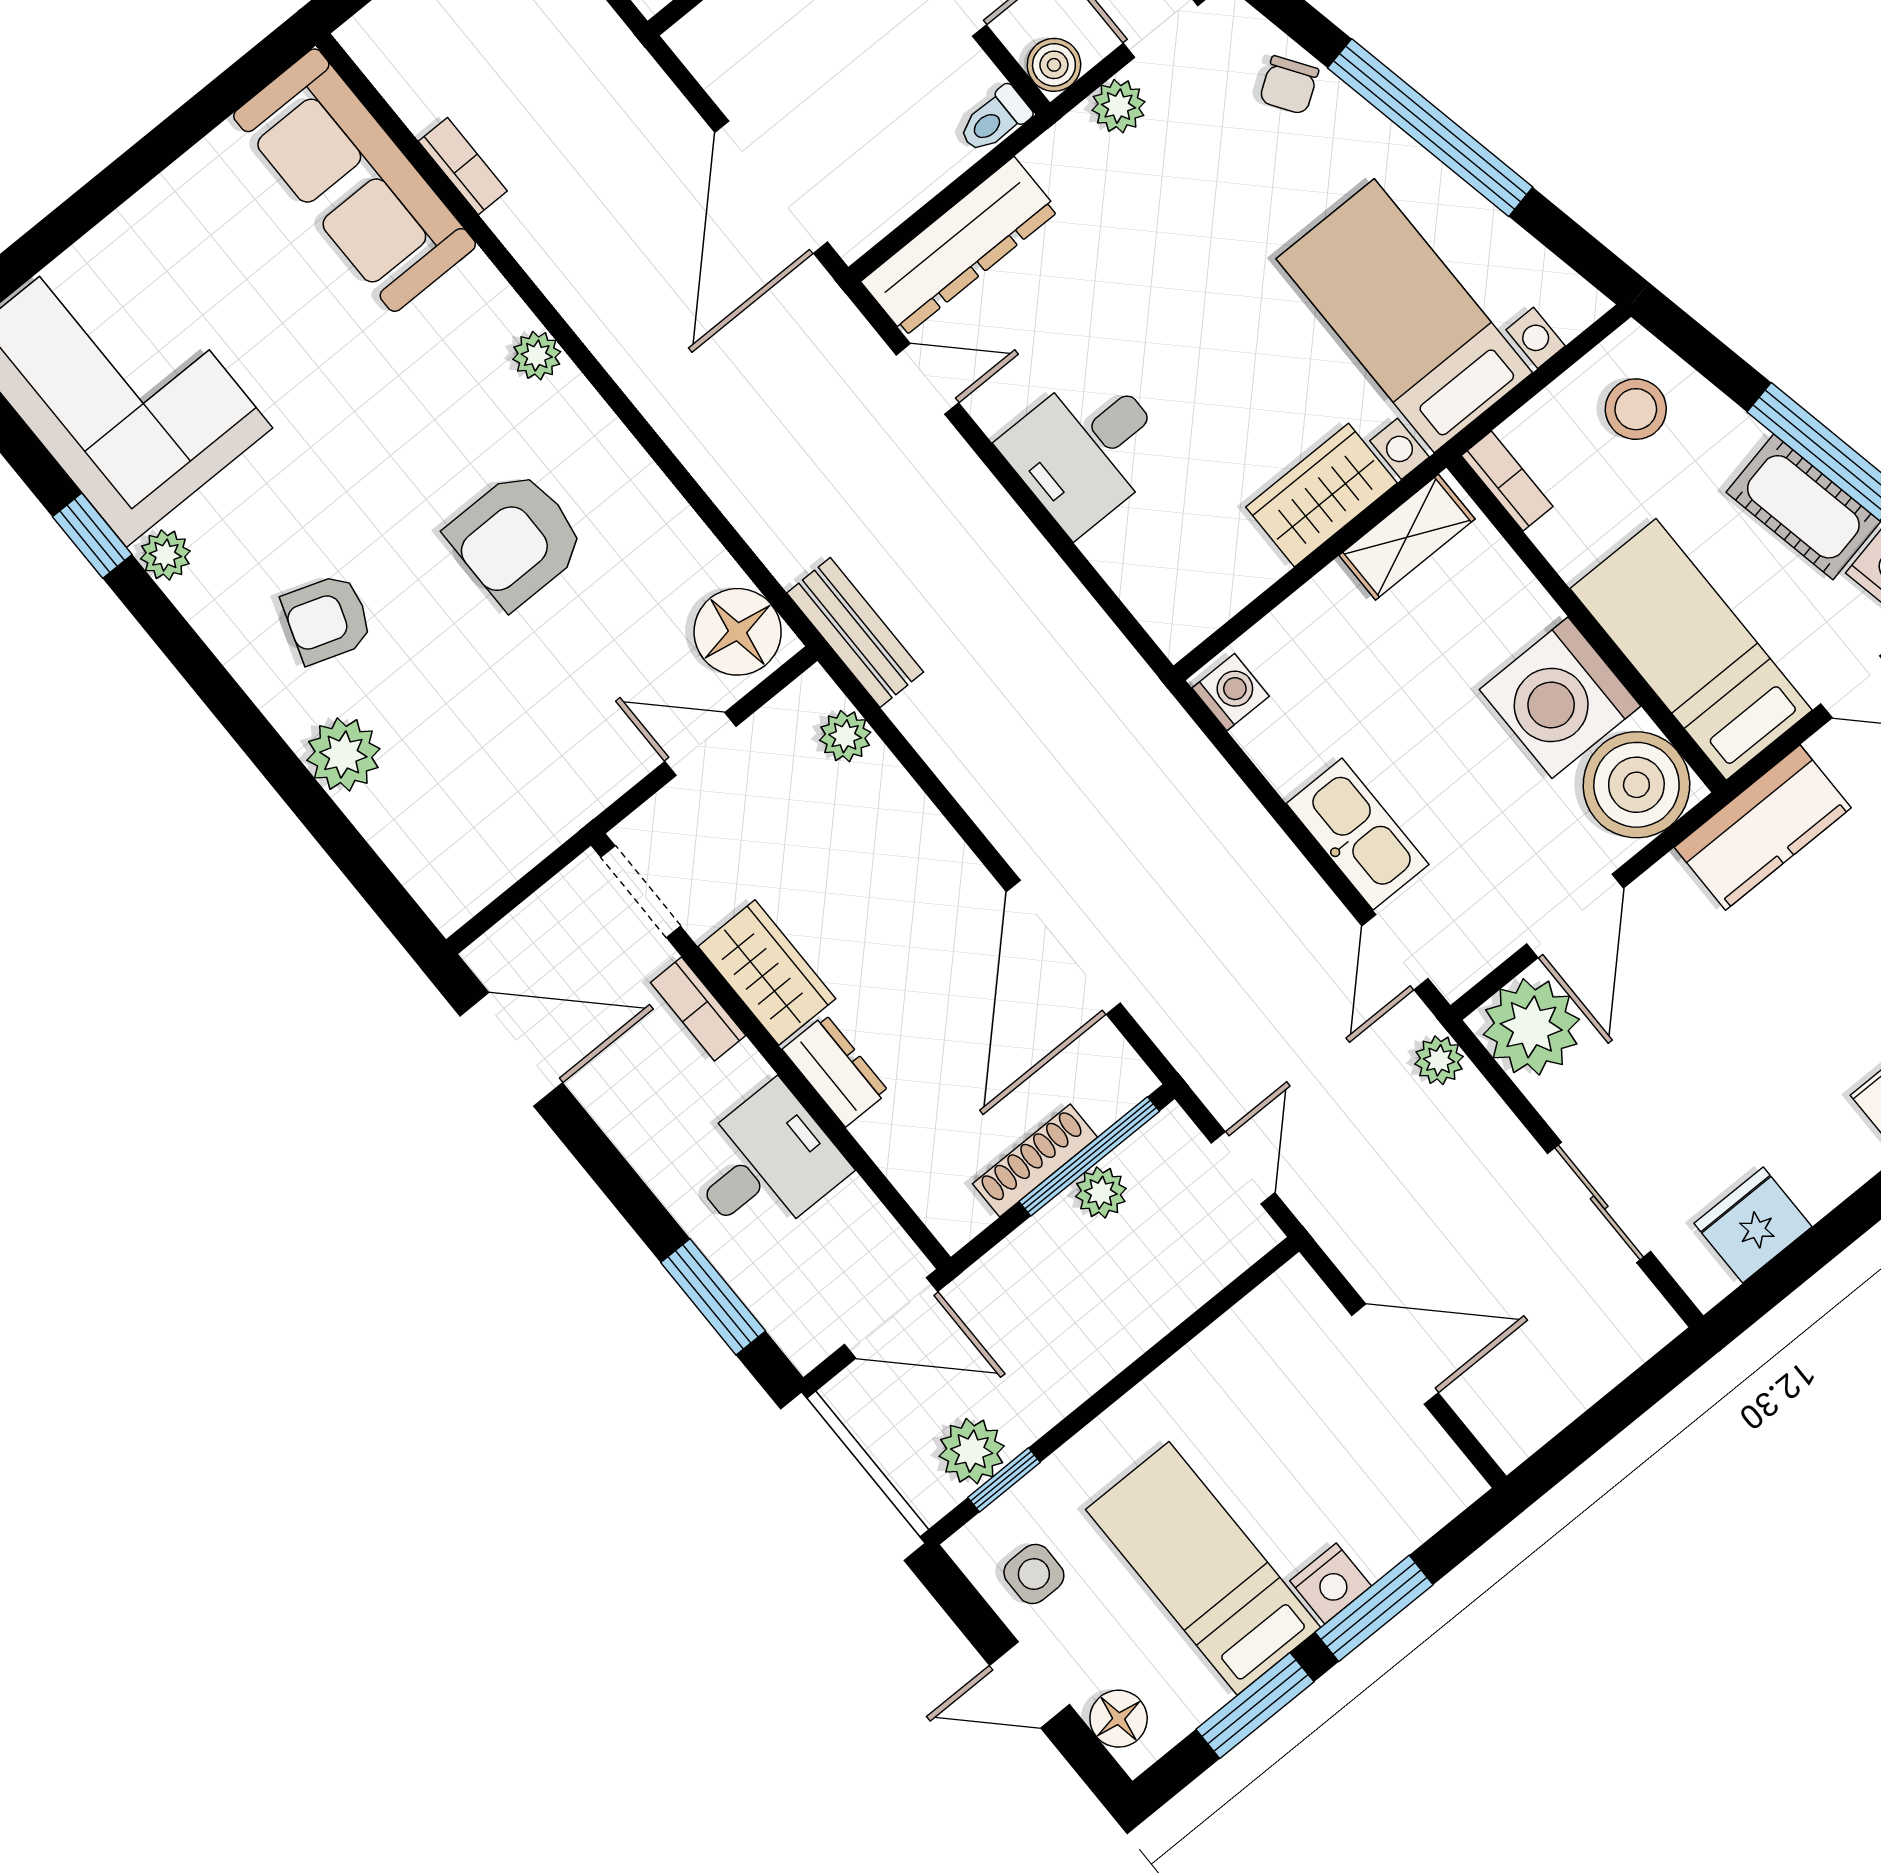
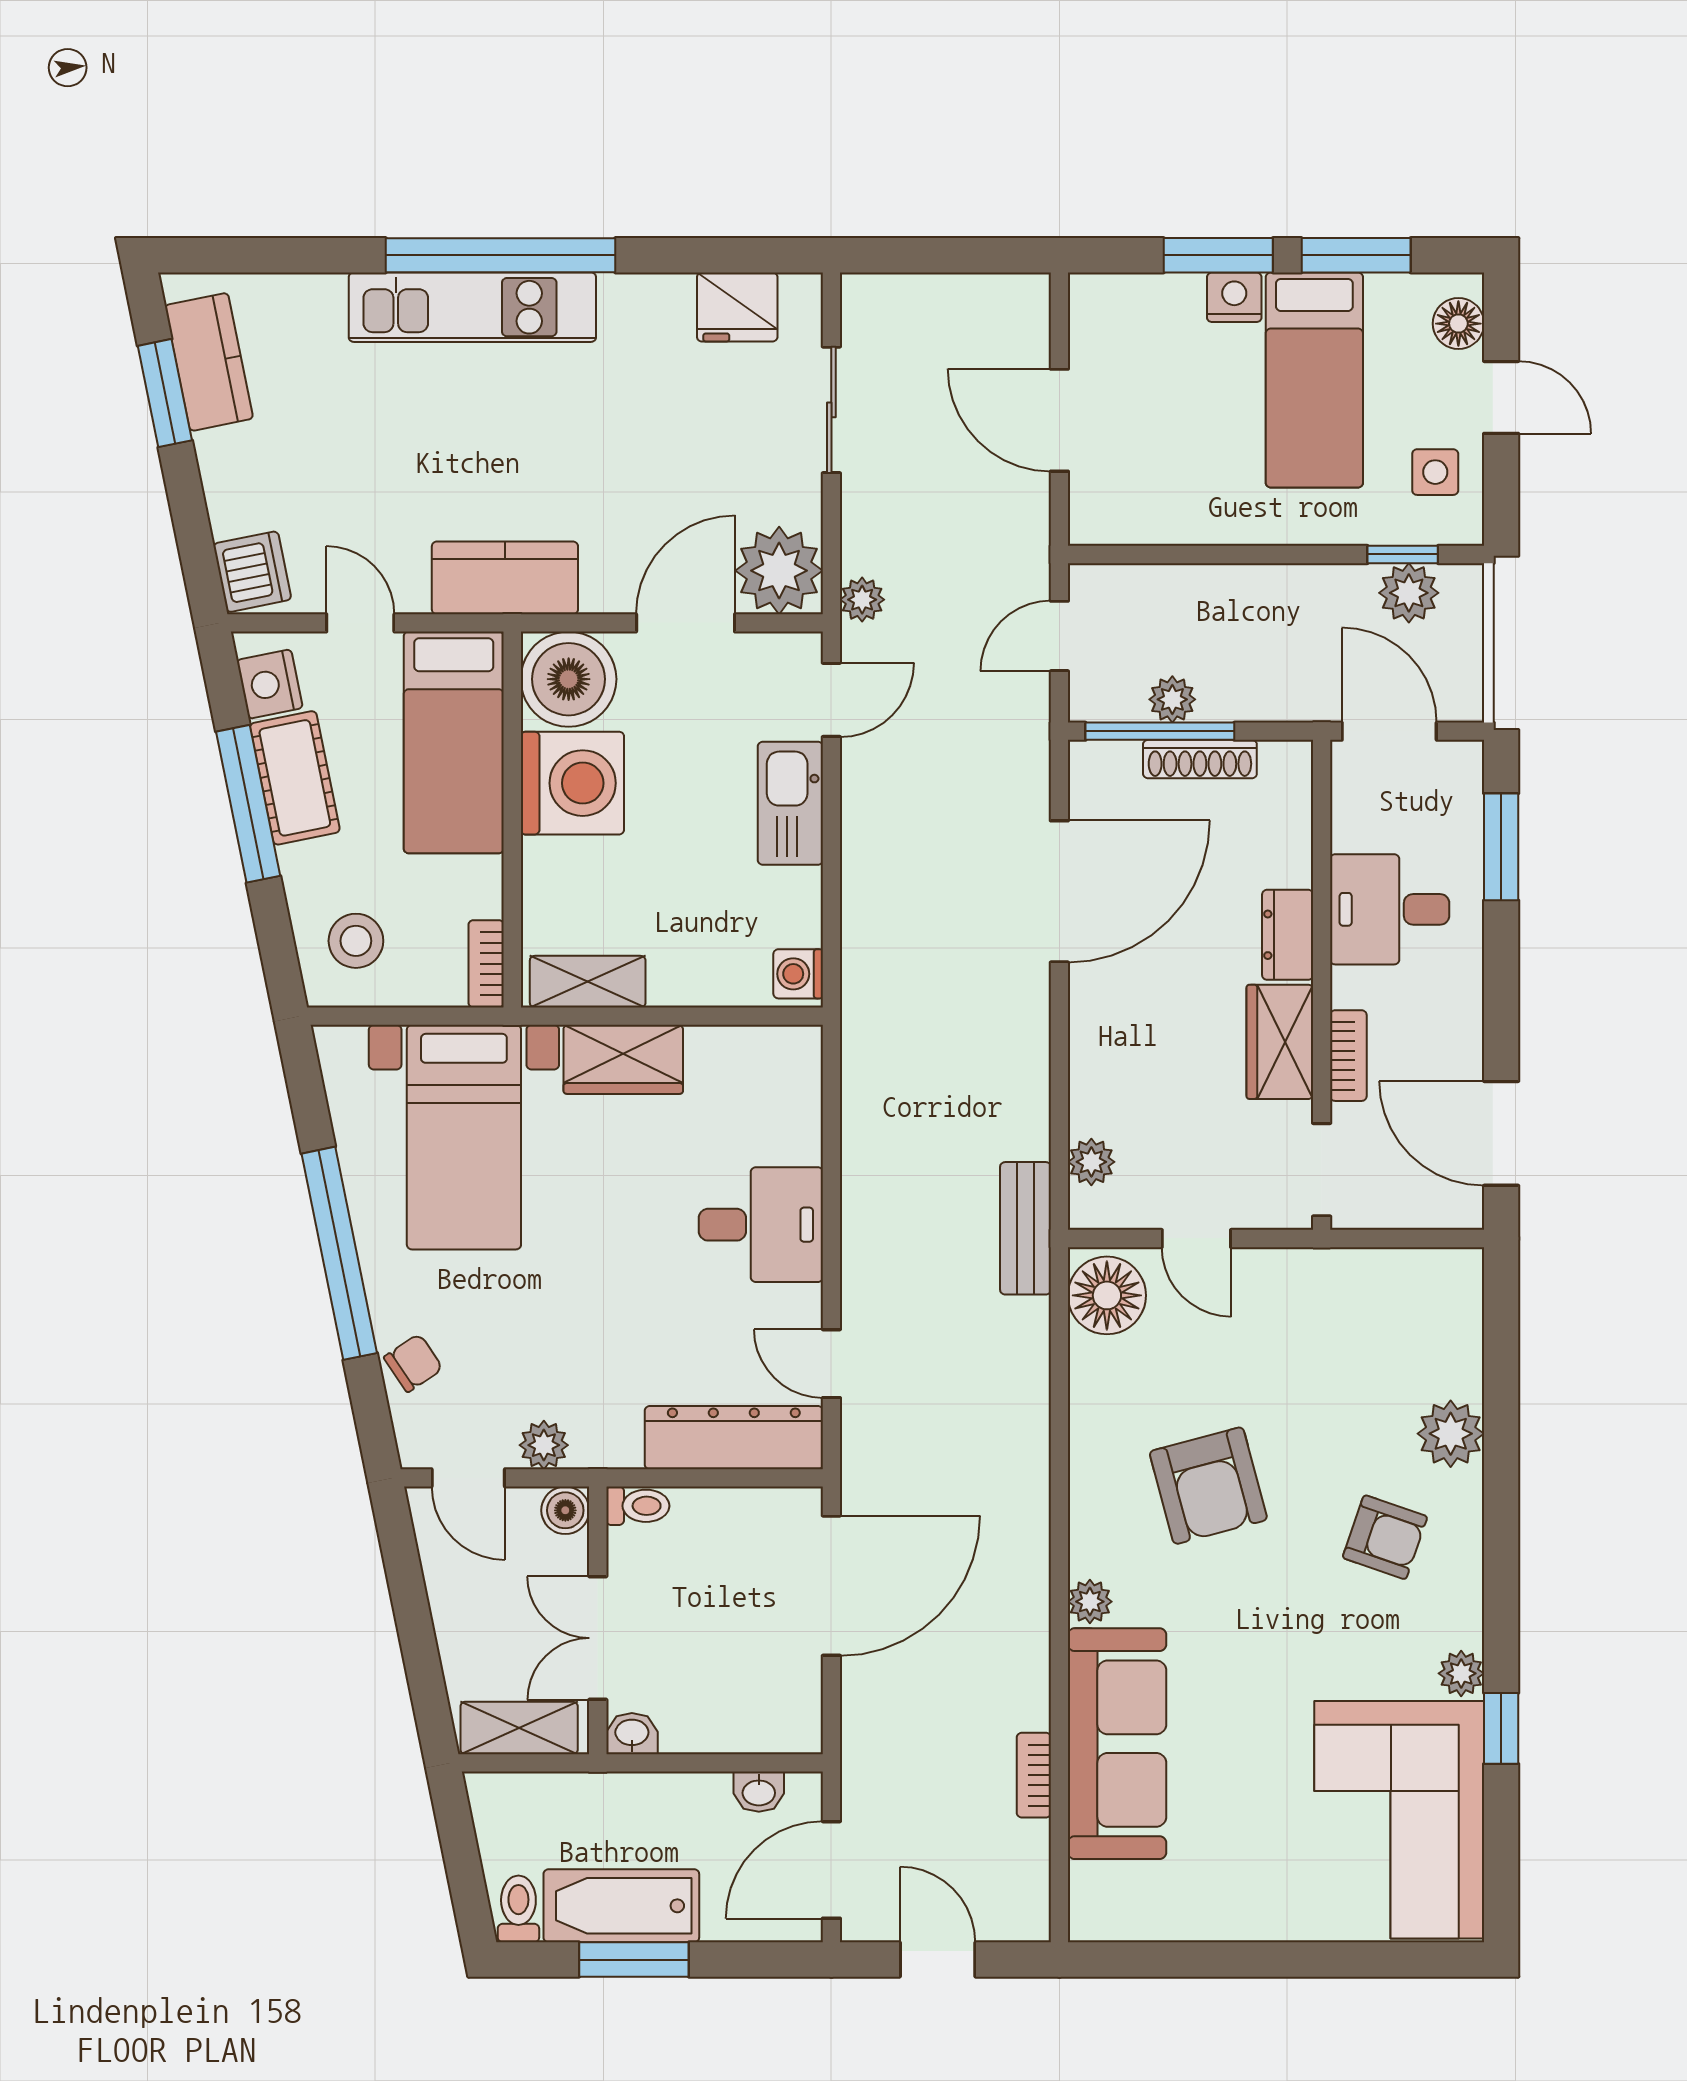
sofa: (355, 180) -> (1117, 1744), moved
armchair: (516, 539) -> (1208, 1486), turned 75

